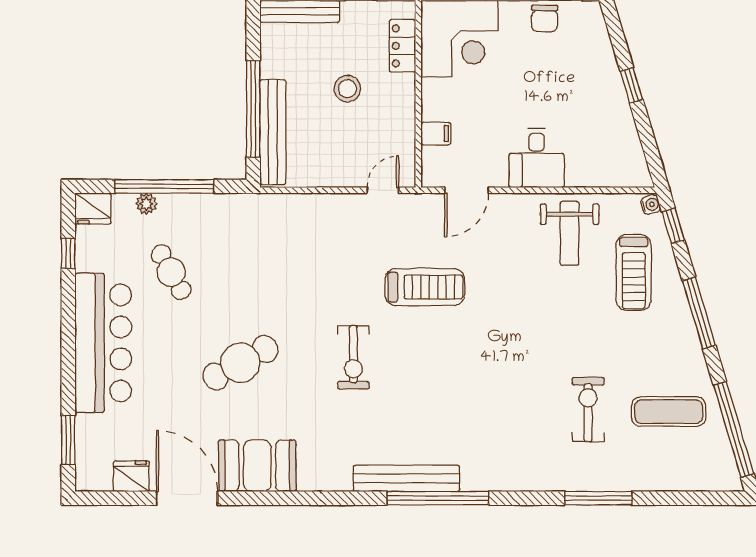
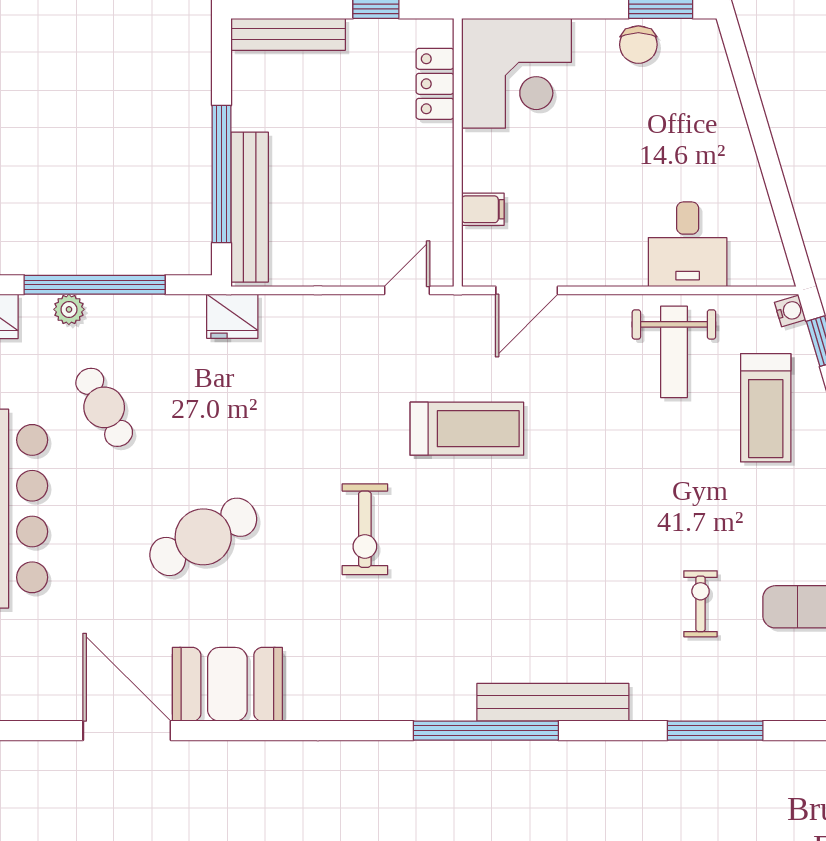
window: (632, 85) -> (763, 140), removed
stool: (347, 89) -> (356, 145), removed
desk: (537, 158) -> (688, 244), moved
exercise bike: (588, 409) -> (701, 604), width x0.73, depth x0.72
fridge: (131, 476) -> (232, 316), moved, turned 180
bench: (406, 478) -> (553, 702), moved

